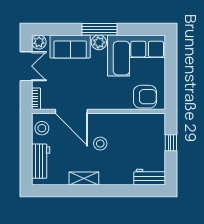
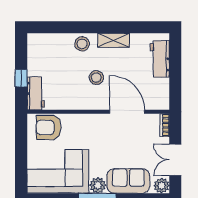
stool: (42, 128) -> (82, 44), moved
workbench: (150, 177) -> (36, 93), moved, turned -90

